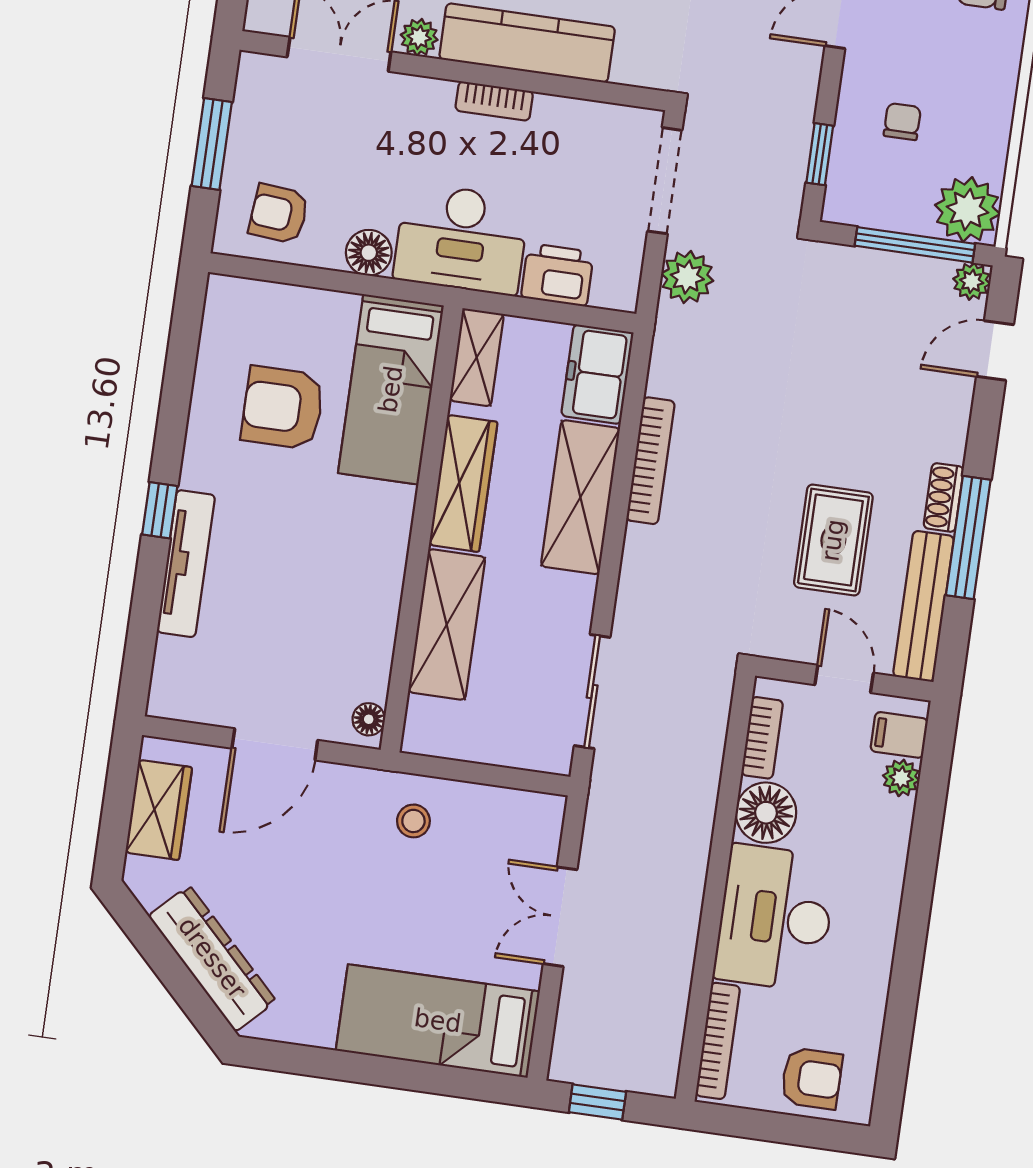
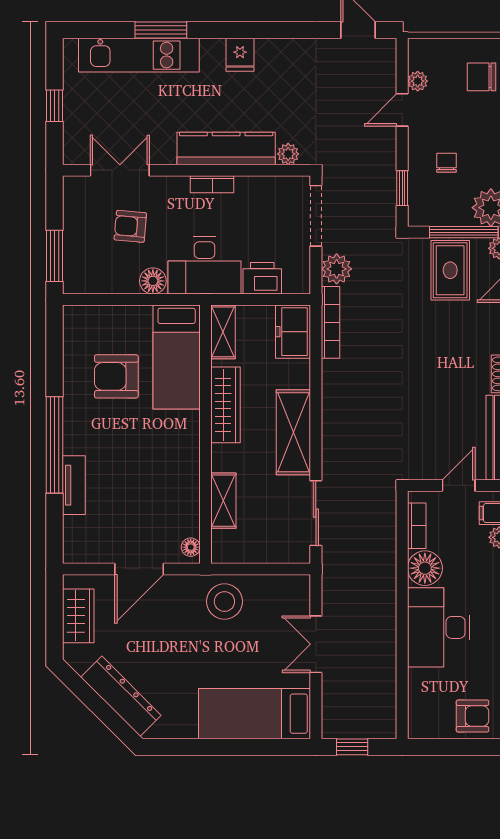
plant: (419, 37) -> (288, 154), moved
window: (212, 144) -> (54, 256), moved
armchair: (279, 214) -> (130, 226), moved
bookcase: (651, 461) -> (330, 322), moved
shelving: (580, 497) -> (293, 432), moved
window: (160, 510) -> (54, 445), width x3.17
rug: (833, 540) -> (450, 270), moved
tv unit: (186, 564) -> (74, 485), width x0.71
shelving: (447, 624) -> (223, 501), width x0.67, depth x0.75
door: (844, 679) -> (459, 485), hinge flipped
stool: (413, 821) -> (224, 602), width x1.89, depth x1.89
bookcase: (718, 1041) -> (416, 702), removed

